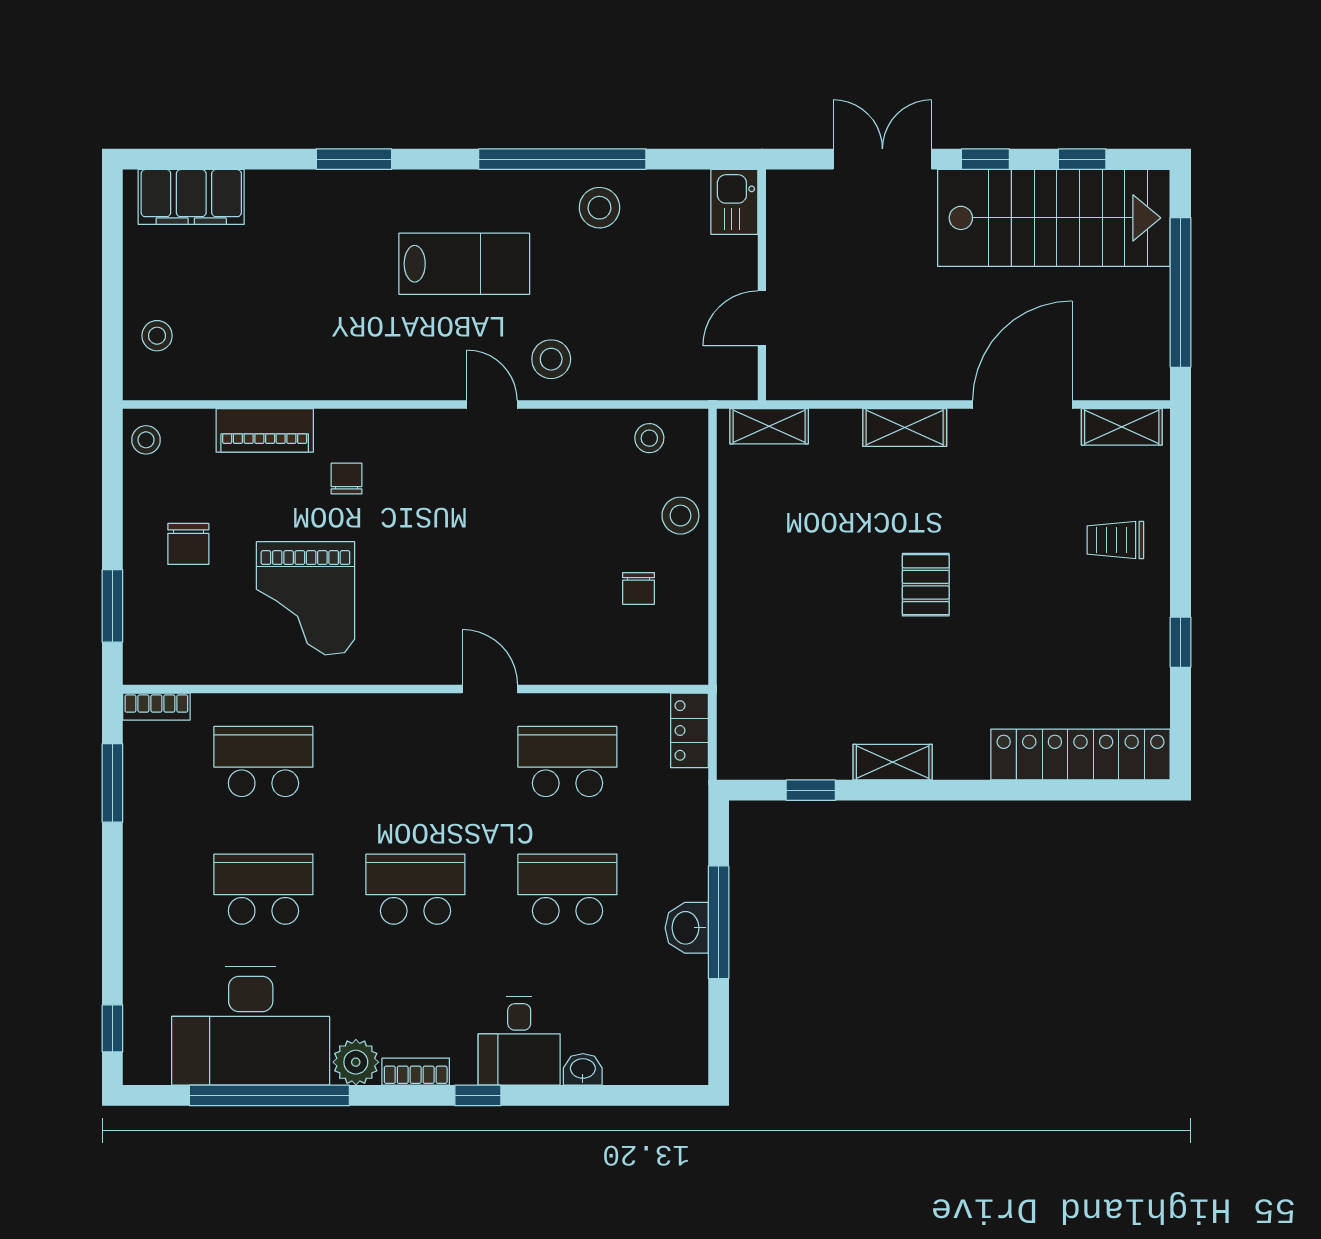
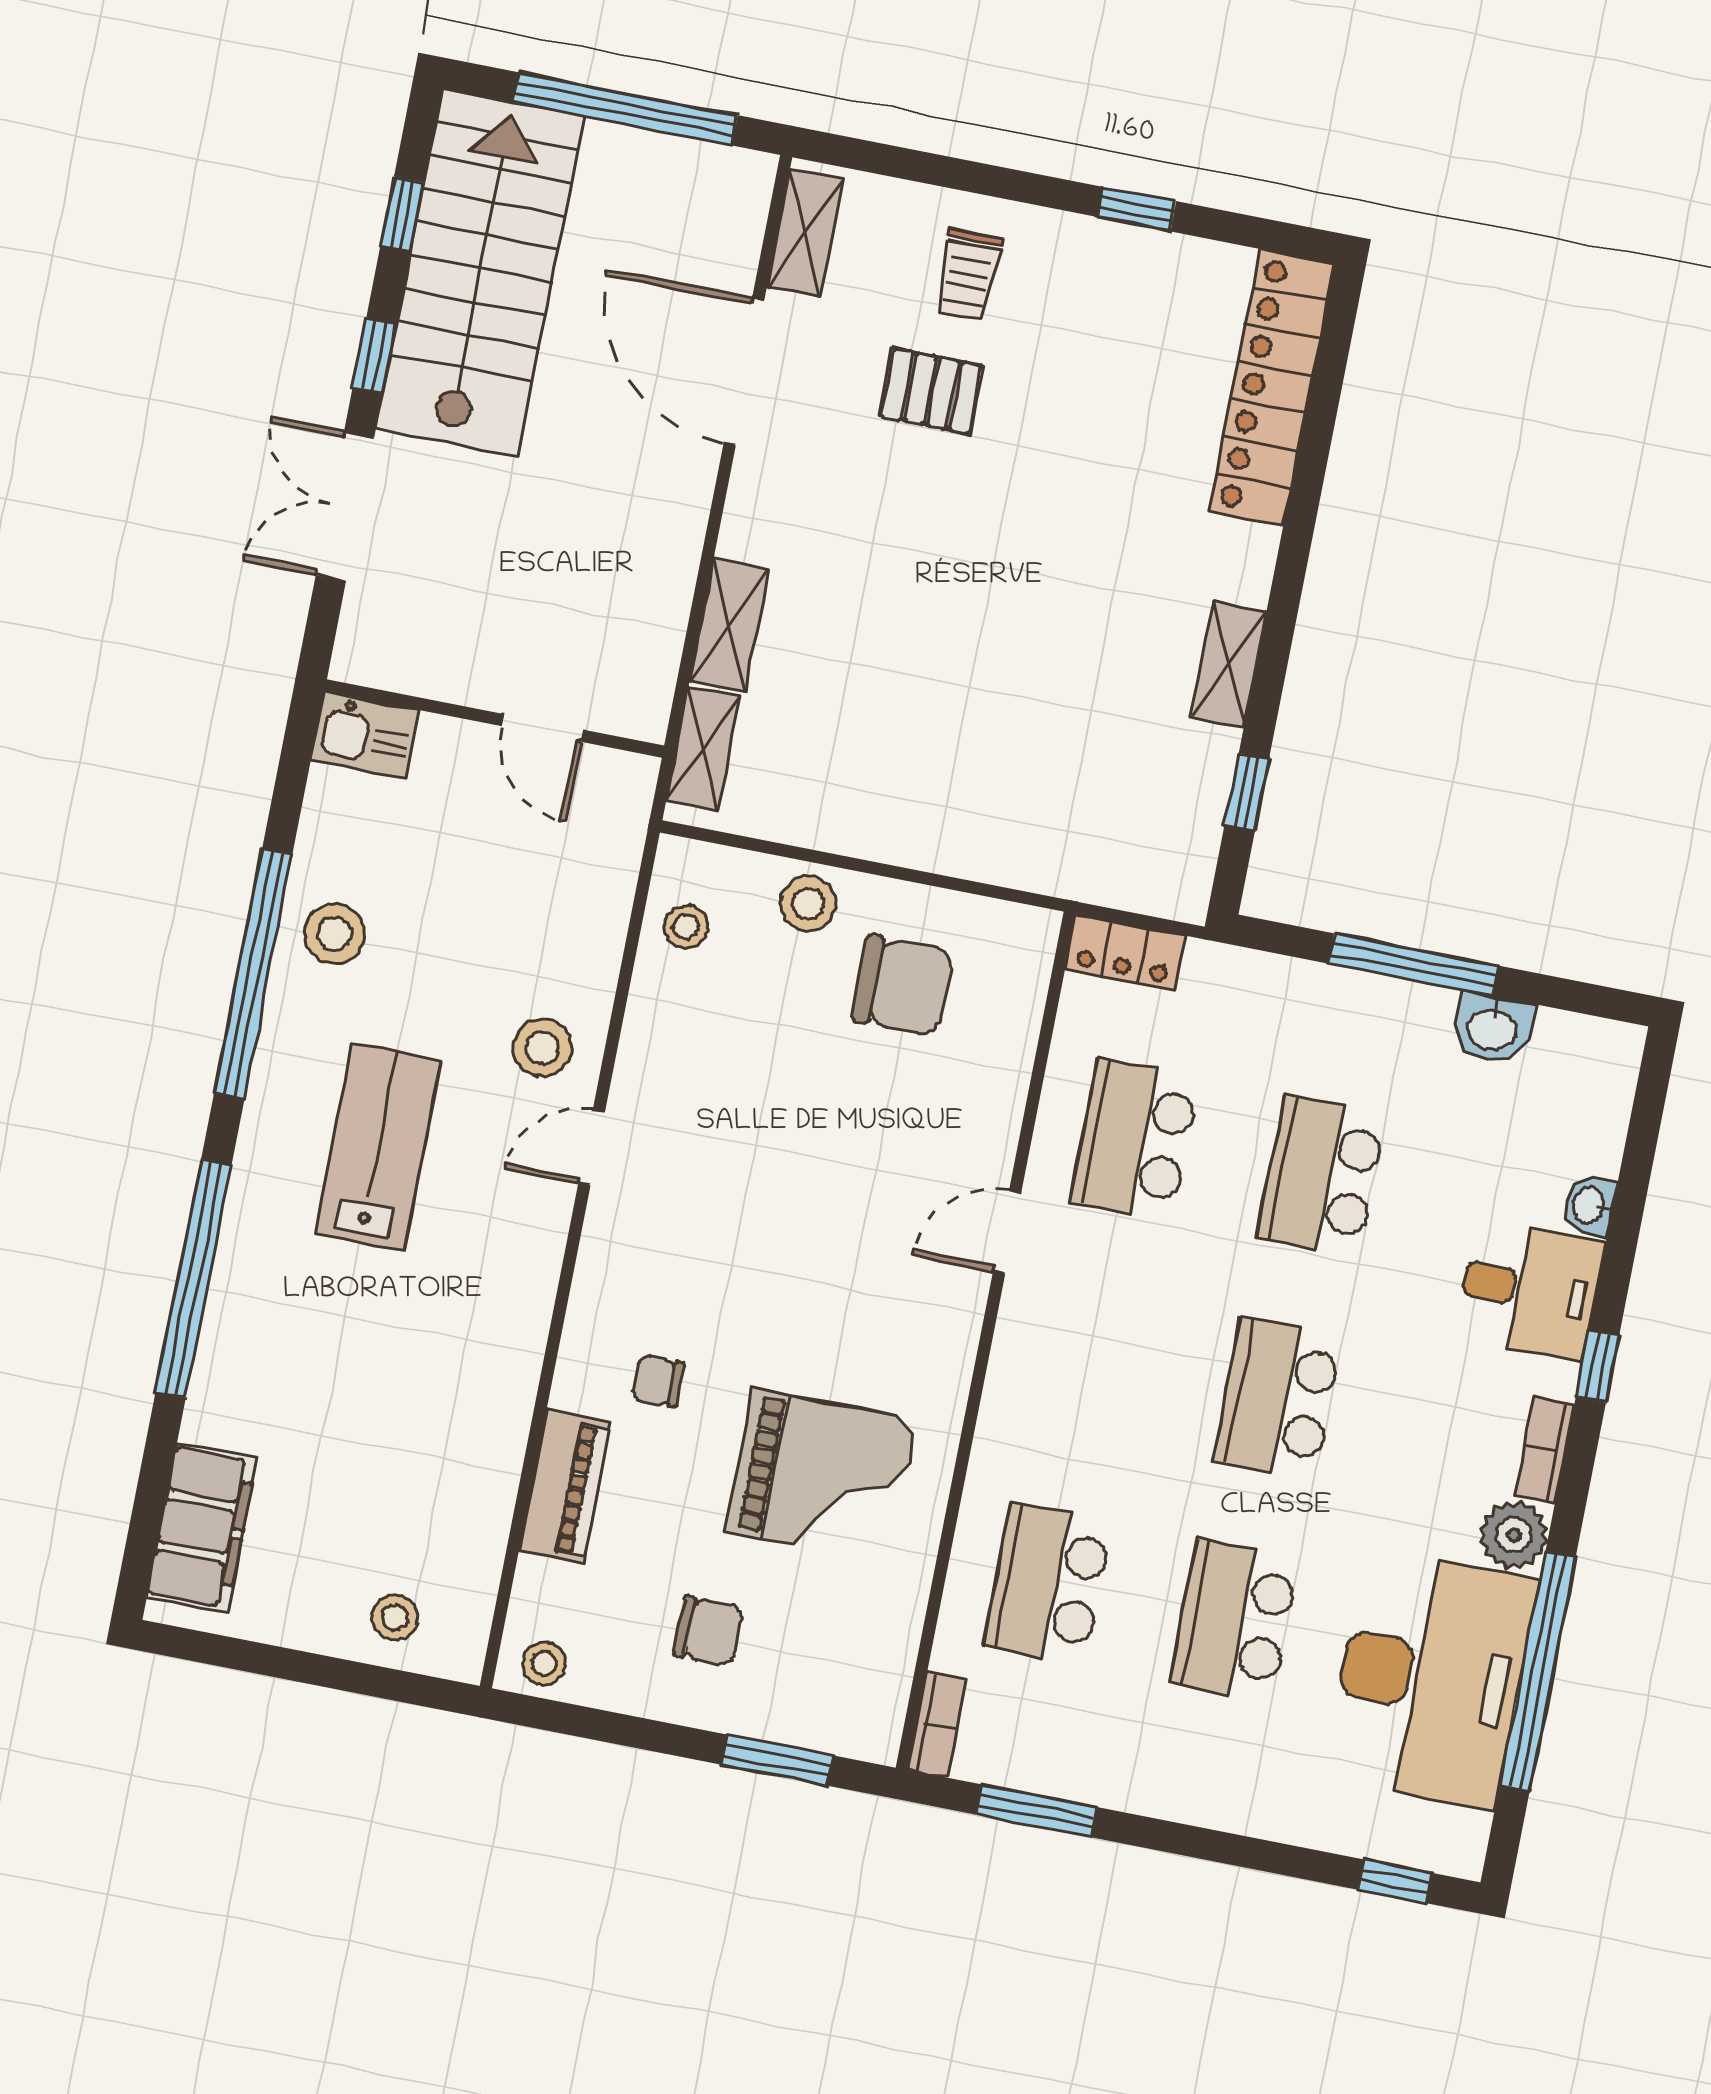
window: (354, 159) -> (193, 1279), width x2.11
shelving: (905, 428) -> (729, 625), moved
pallet: (926, 585) -> (932, 391), moved
chair: (639, 588) -> (903, 986), width x1.87, depth x1.87
washbasin: (687, 928) -> (1492, 1028), moved

